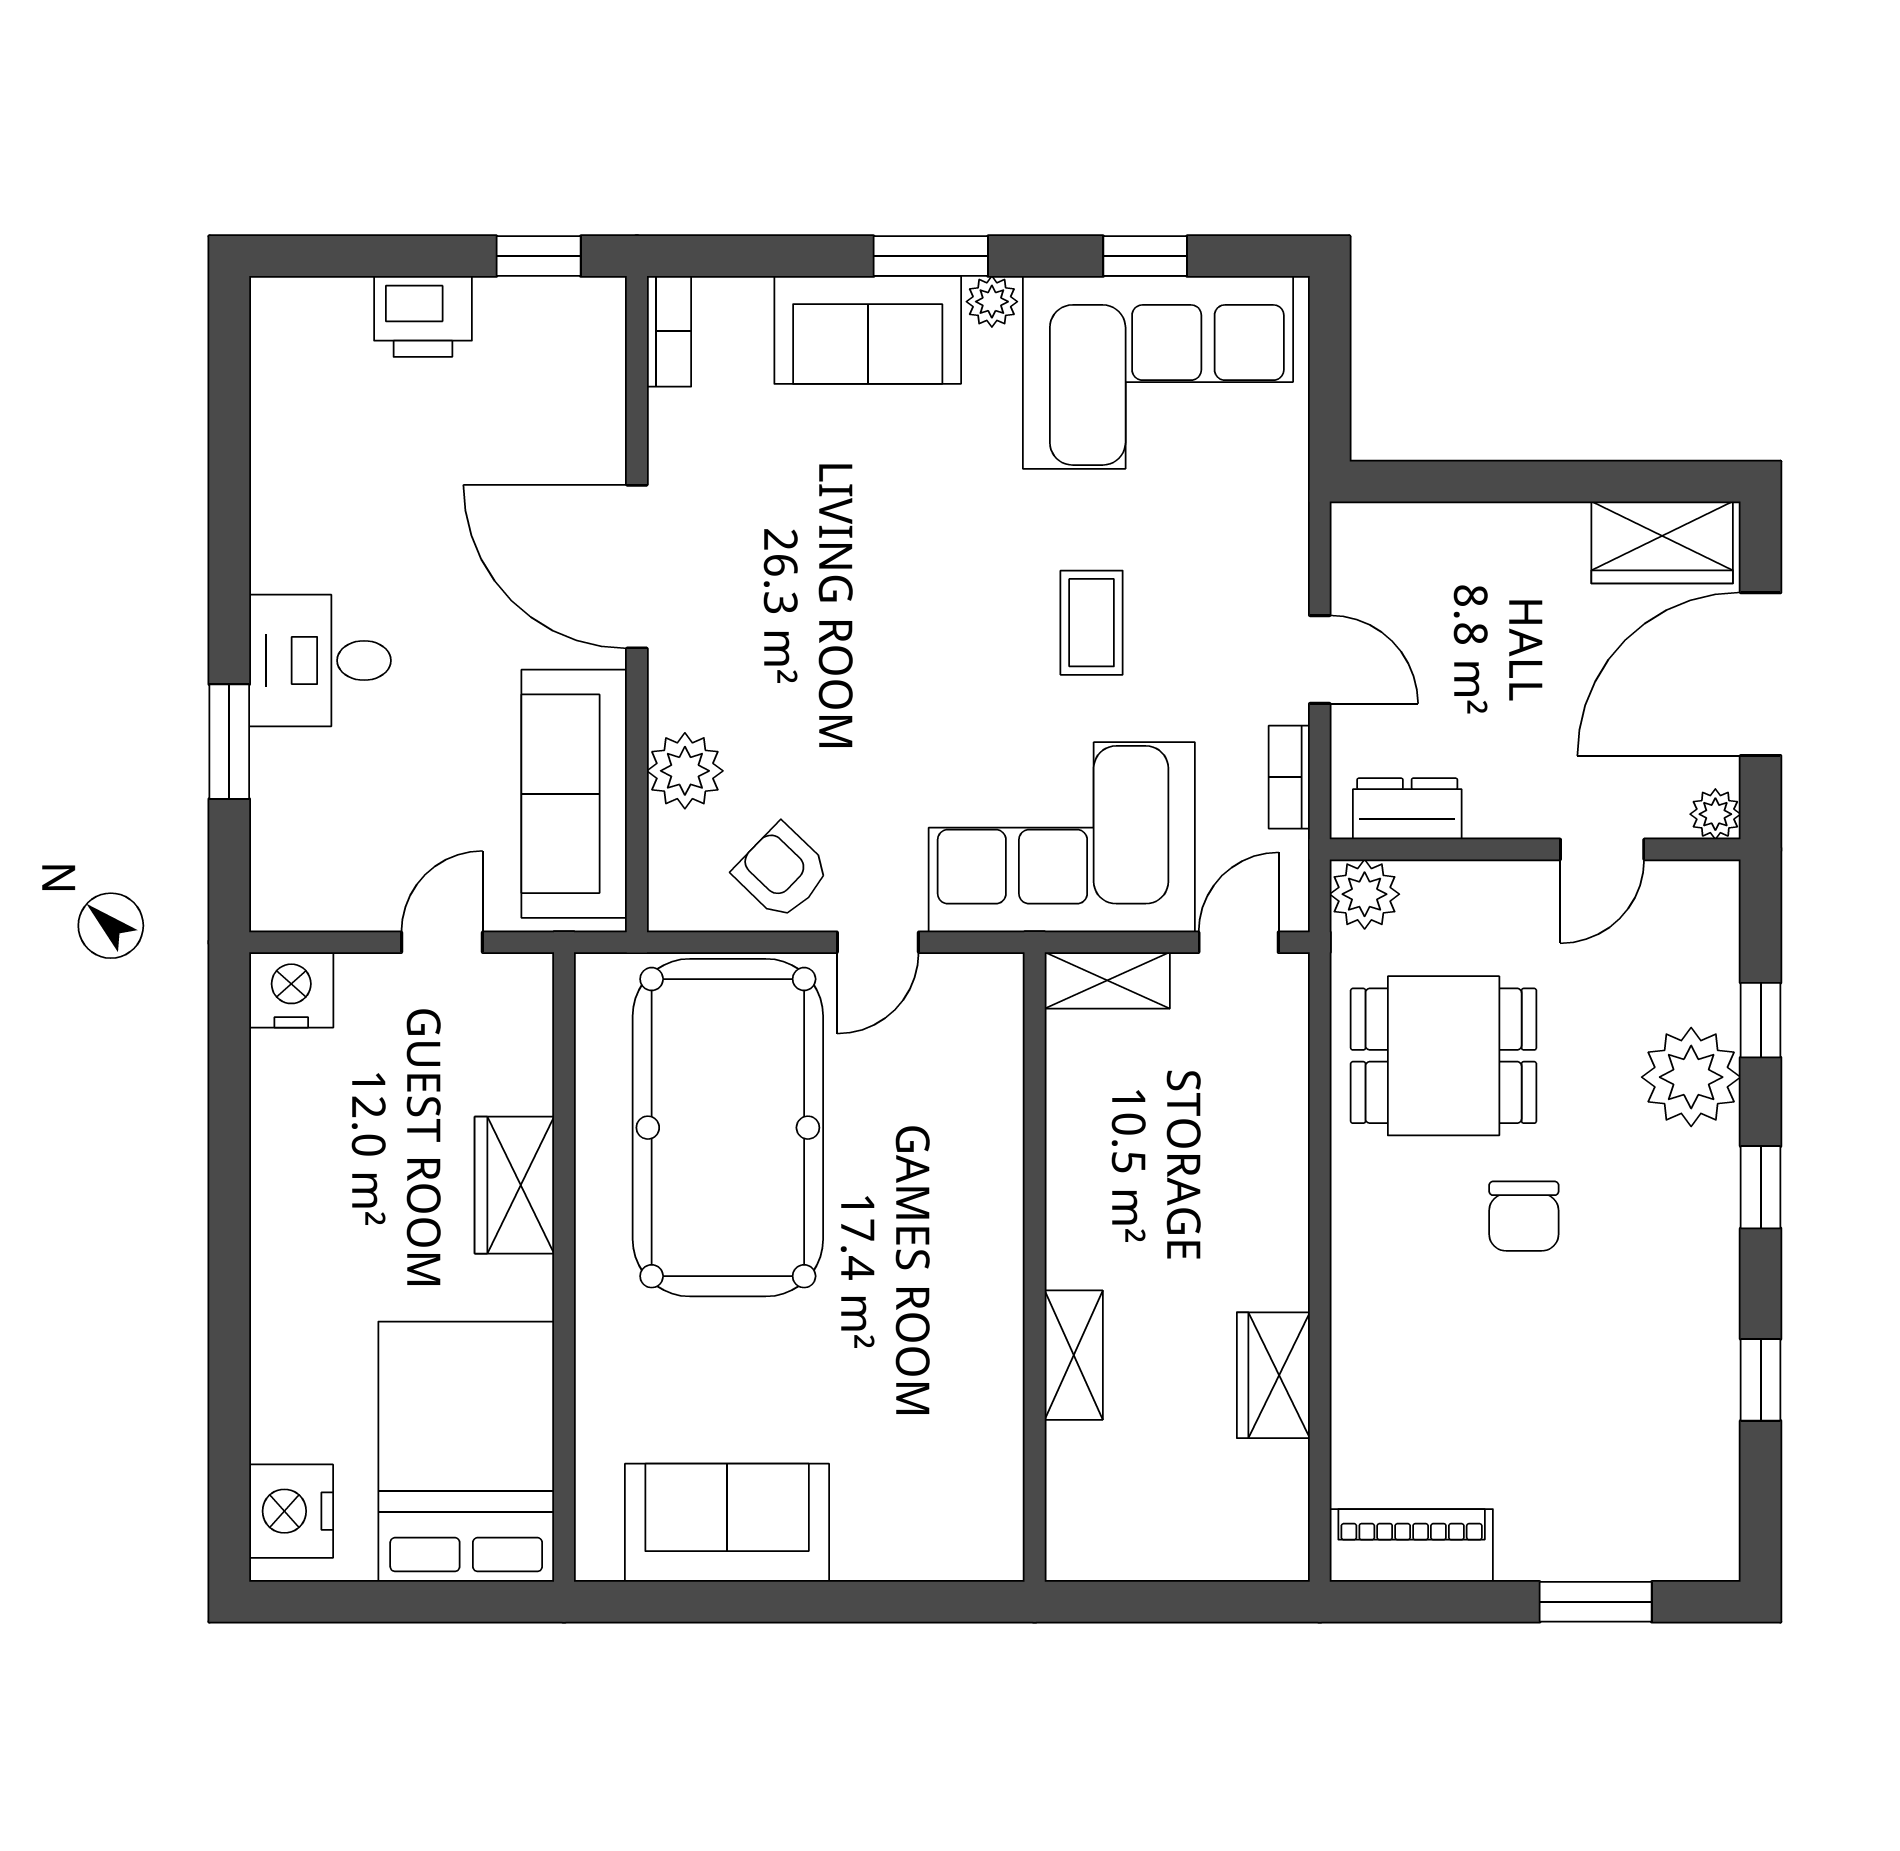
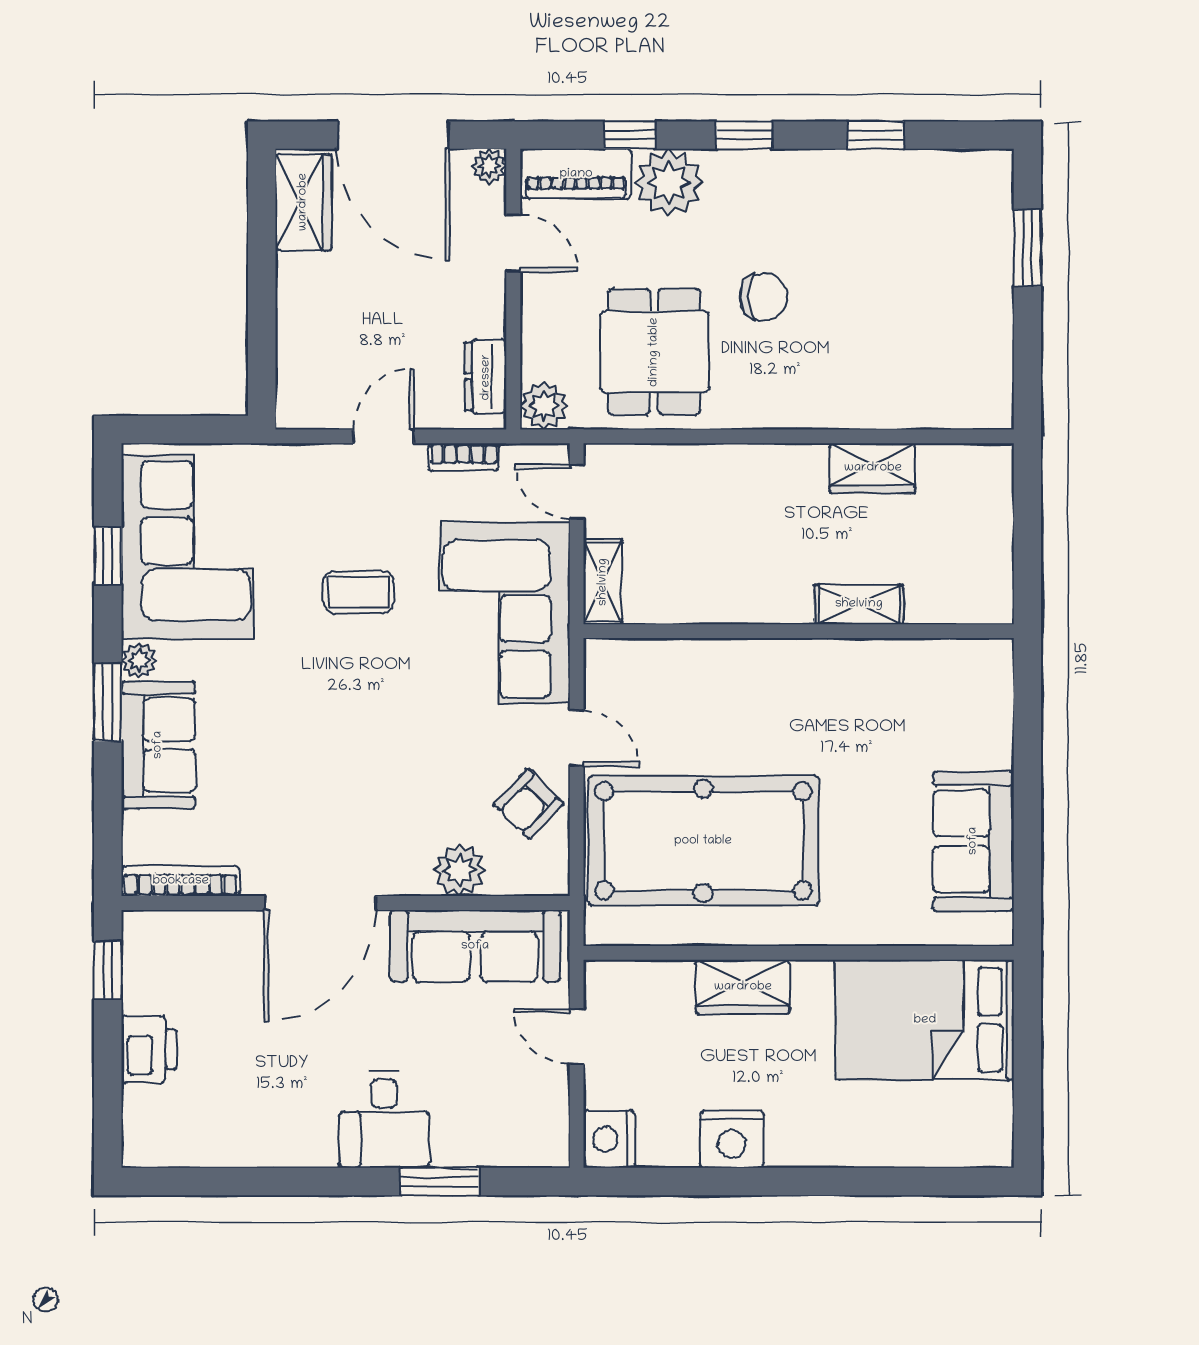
bookcase: (669, 331) -> (181, 881), width x1.56
nightstand: (291, 1511) -> (732, 1139), moved
piano: (1412, 1545) -> (576, 174), moved, turned -90

